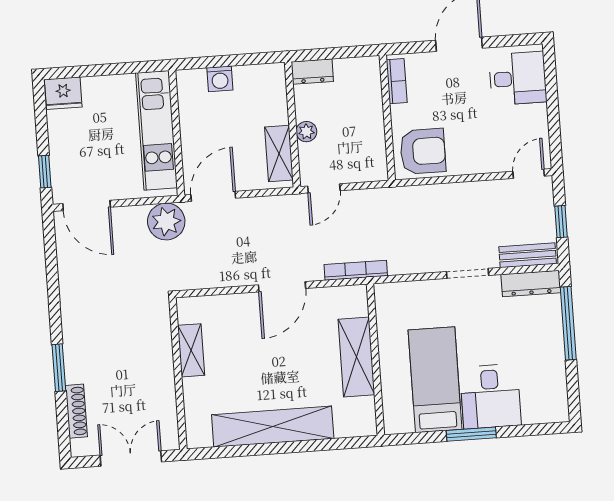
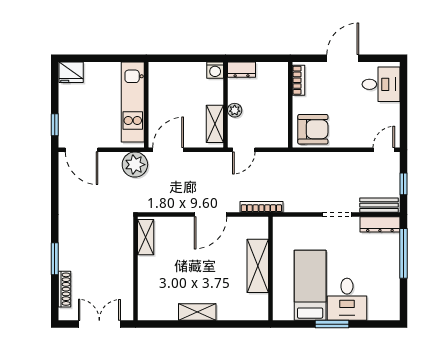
washing machine: (220, 79) -> (215, 70), moved
shelving: (191, 350) -> (146, 237), moved
shelving: (273, 427) -> (197, 312), width x0.45, depth x0.75

